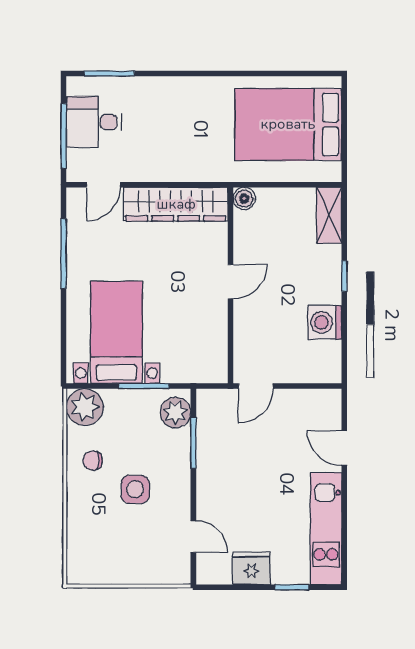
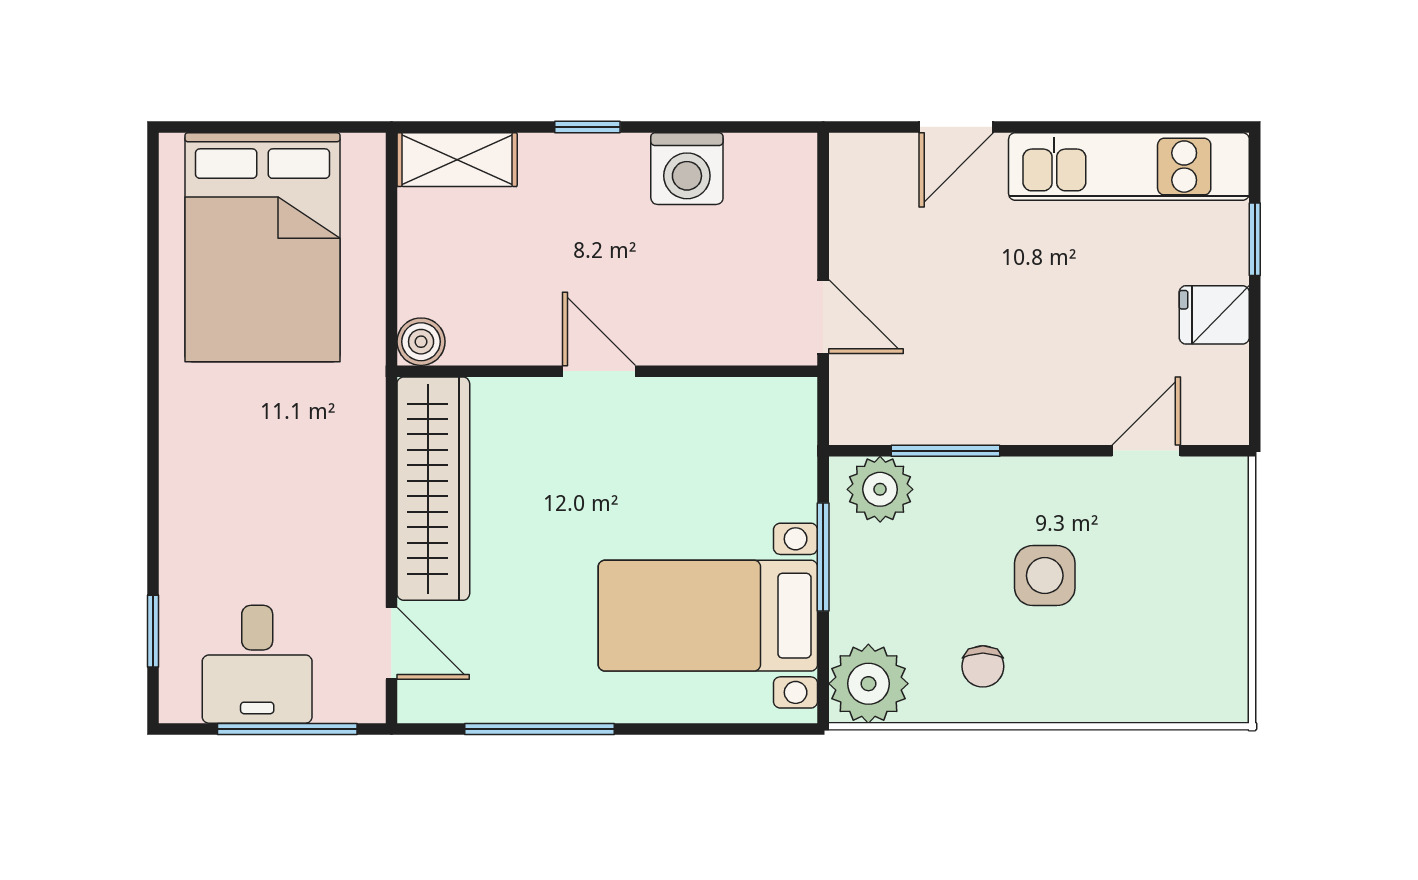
window: (109, 73) -> (153, 631), width x0.67
fridge: (251, 568) -> (1214, 315), width x0.72

